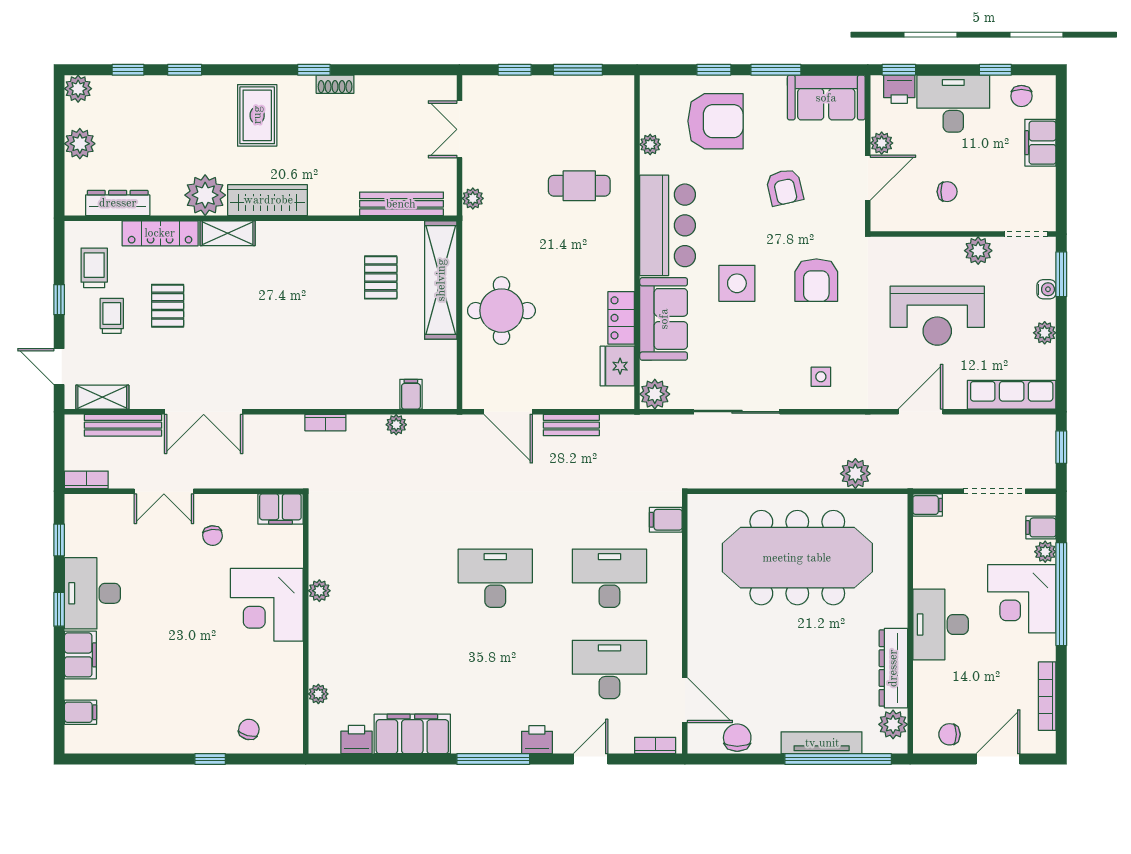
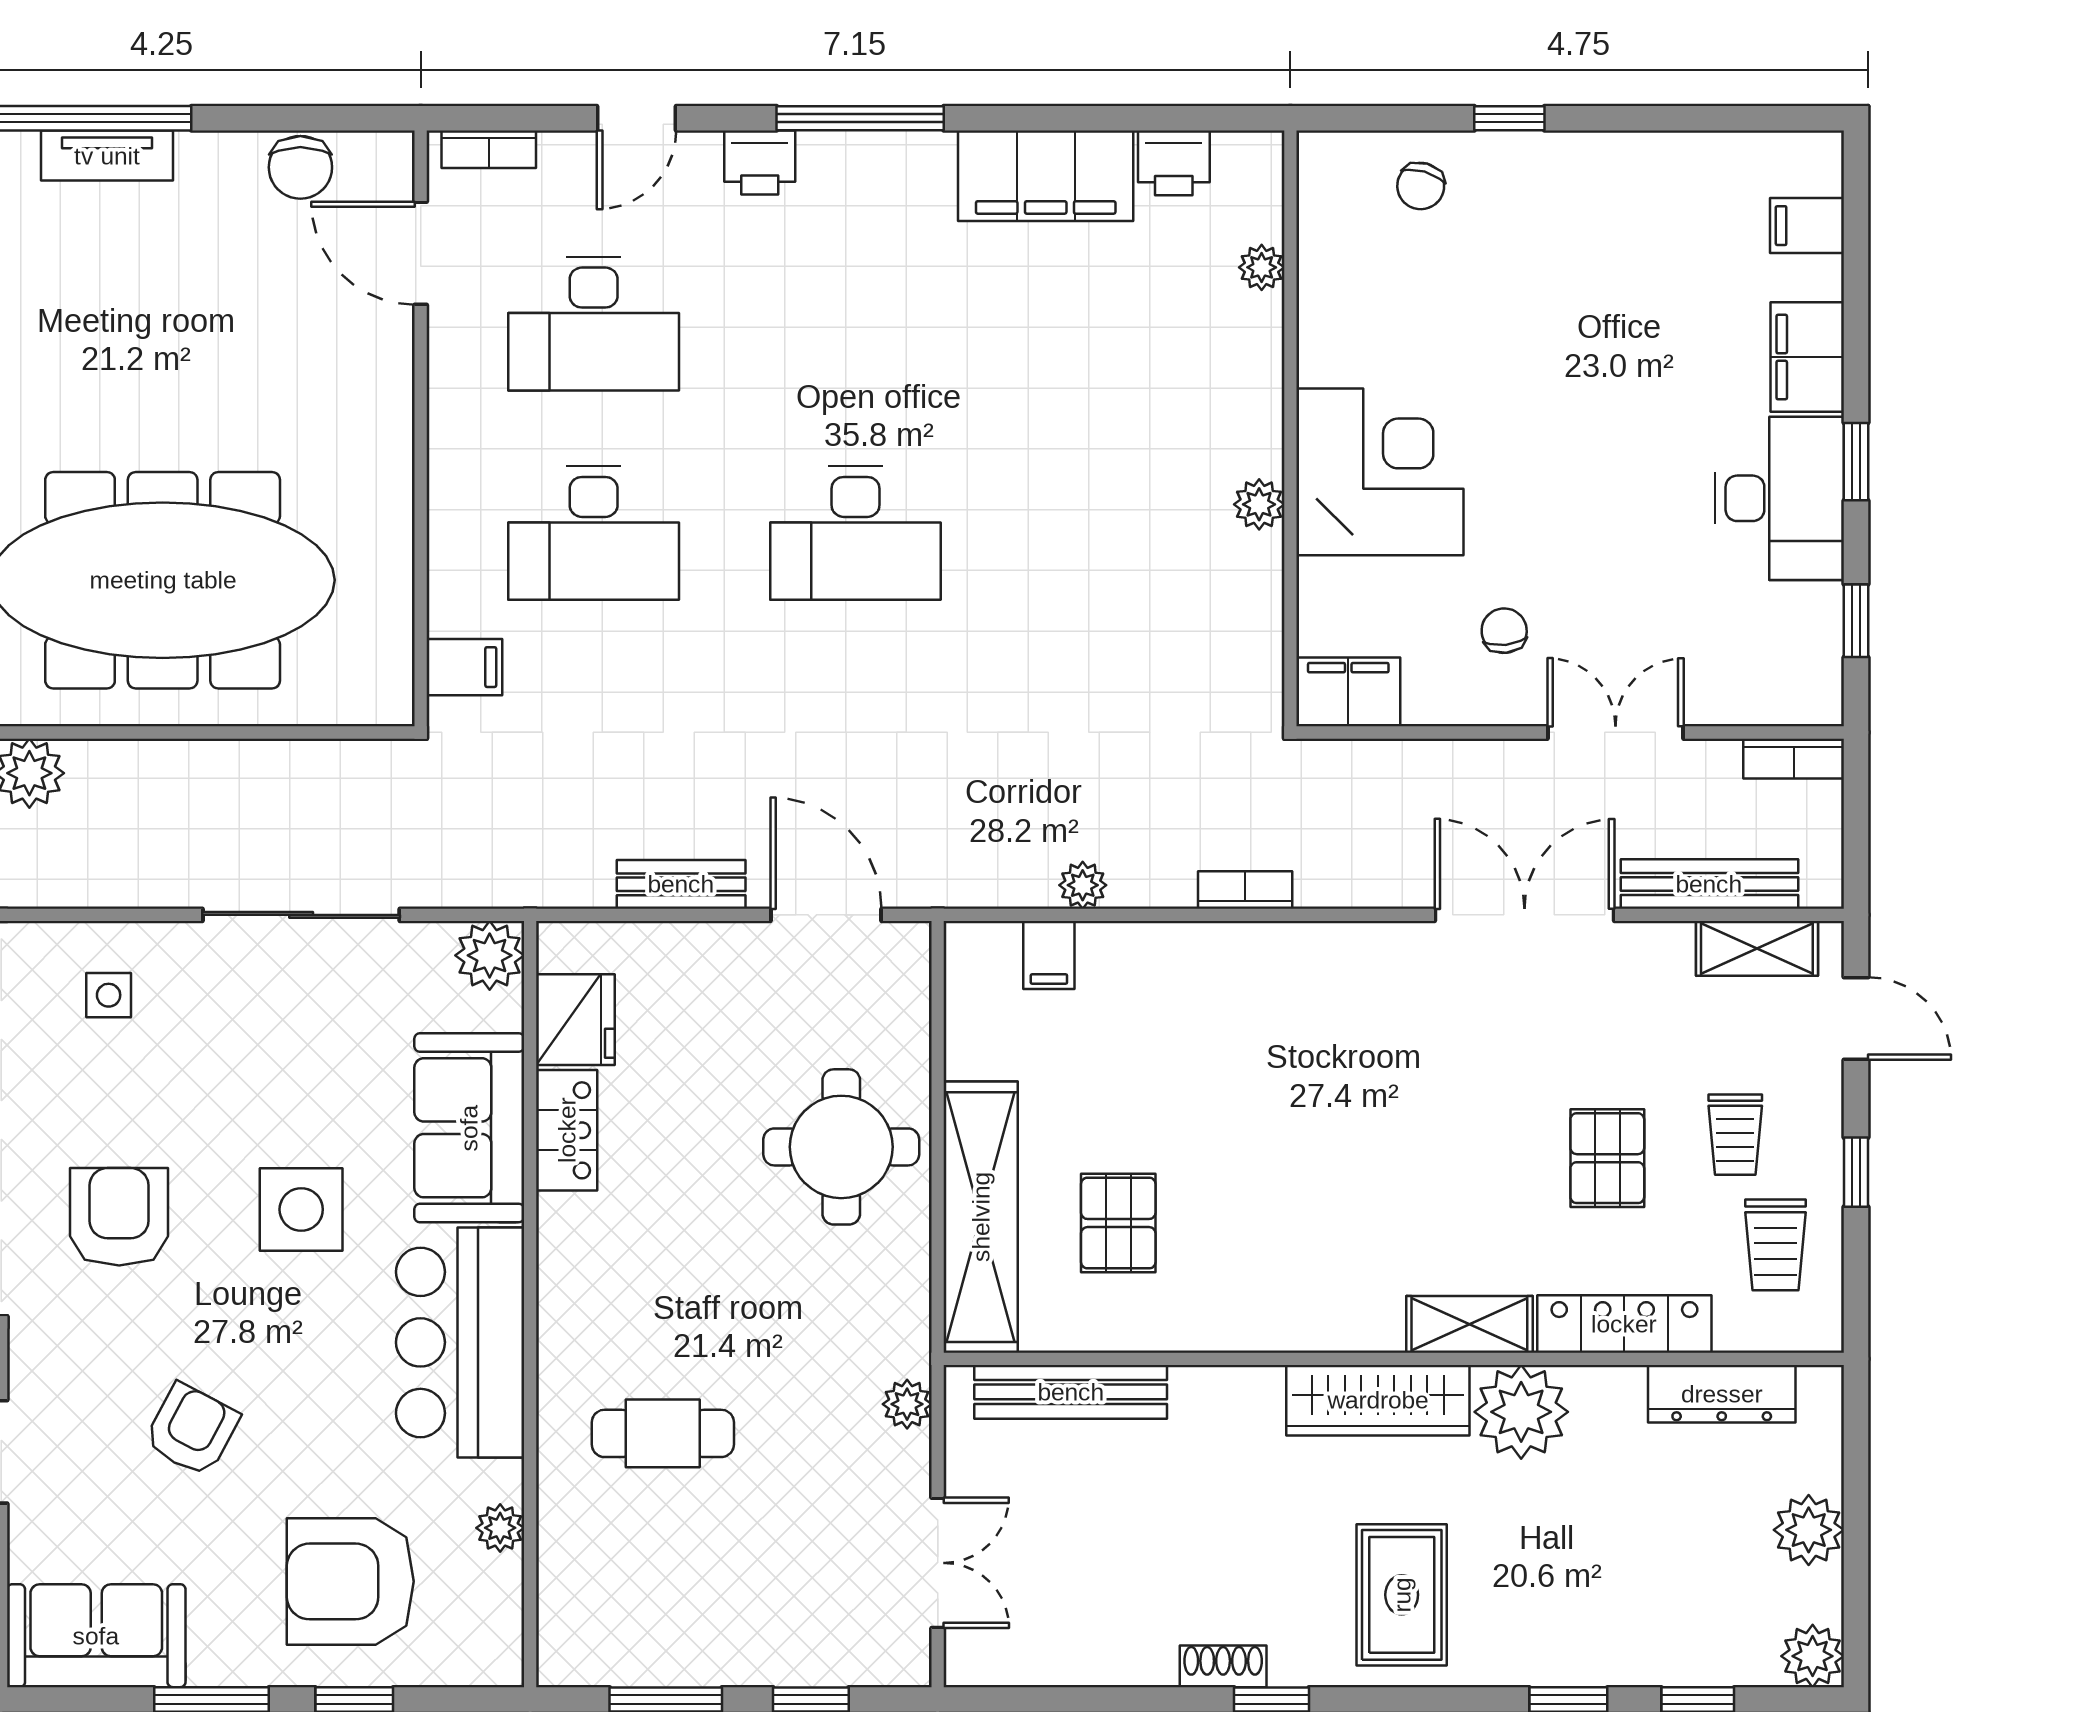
armchair: (785, 187) -> (192, 1430), turned 41
tv unit: (822, 743) -> (107, 156), width x0.71

